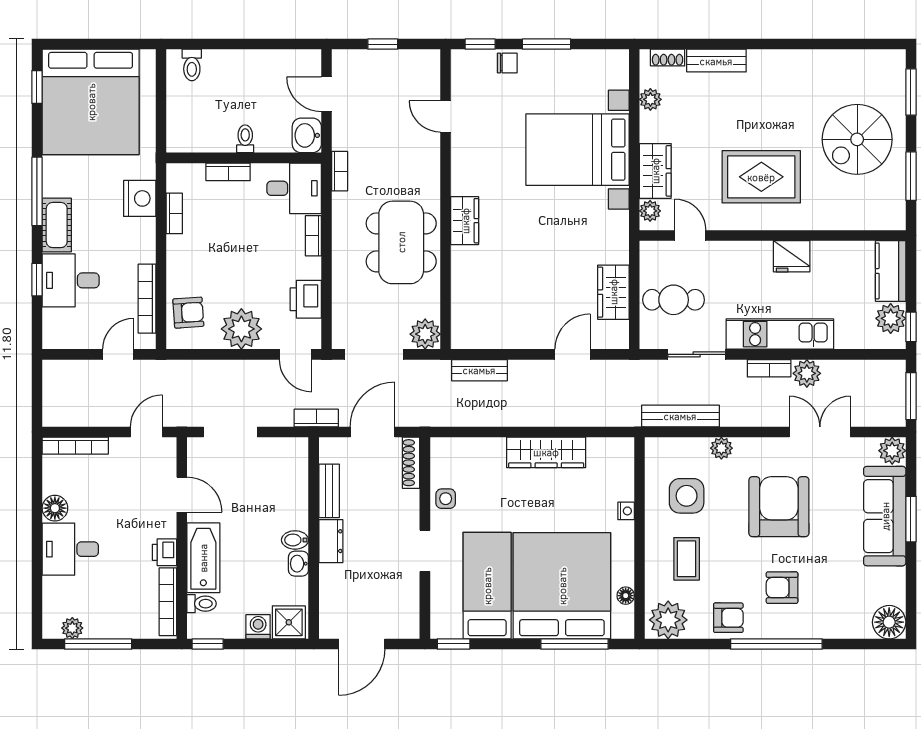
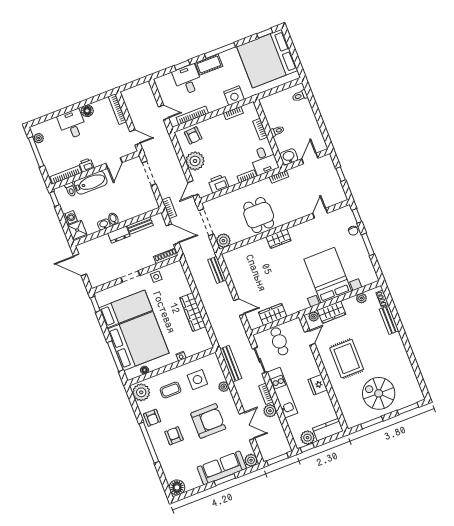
dining table: (401, 242) -> (259, 215), width x0.73

